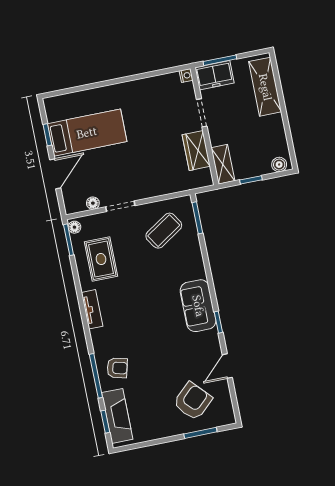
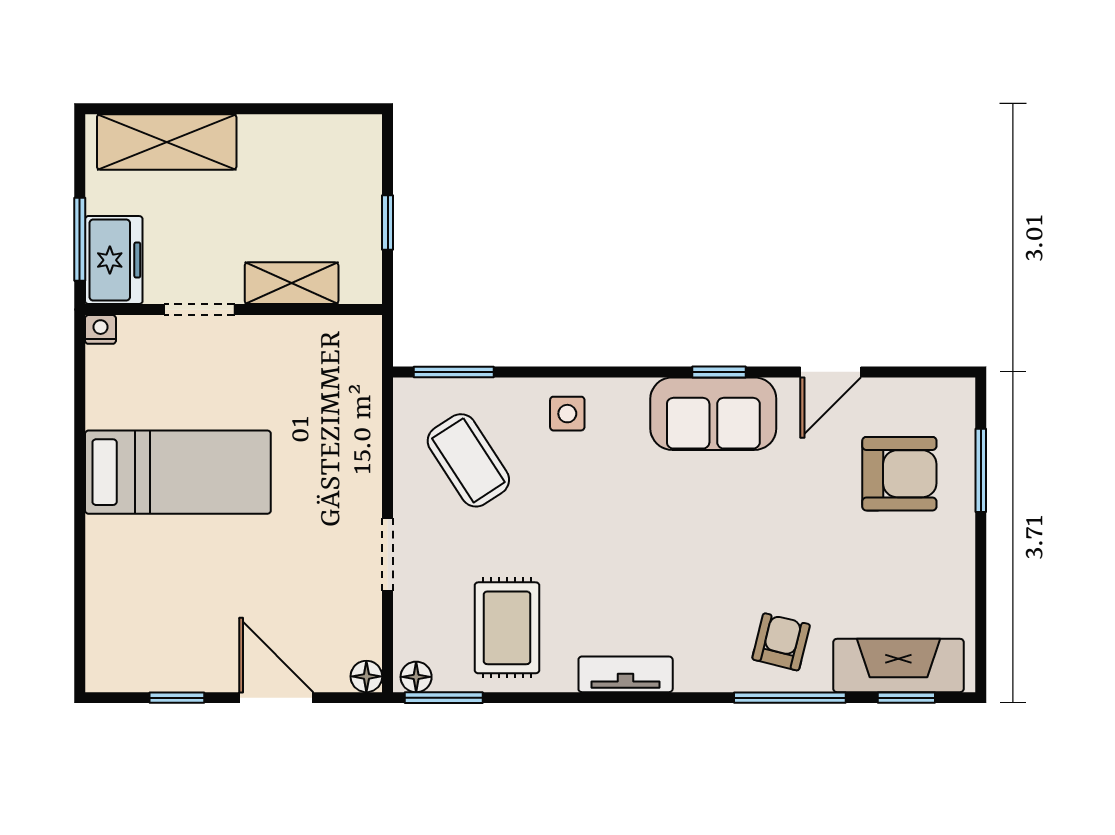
bed: (87, 133) -> (178, 472), moved, turned 90
wardrobe: (196, 151) -> (289, 341), removed
shelving: (223, 164) -> (292, 283), moved
boiler: (279, 165) -> (364, 146), removed
floor lamp: (93, 203) -> (366, 676), moved
rug: (101, 259) -> (507, 628), turned 90
side table: (190, 266) -> (567, 414), added
sofa: (198, 306) -> (713, 414), moved
door: (227, 366) -> (831, 372), hinge flipped
armchair: (193, 401) -> (899, 474), turned 133

